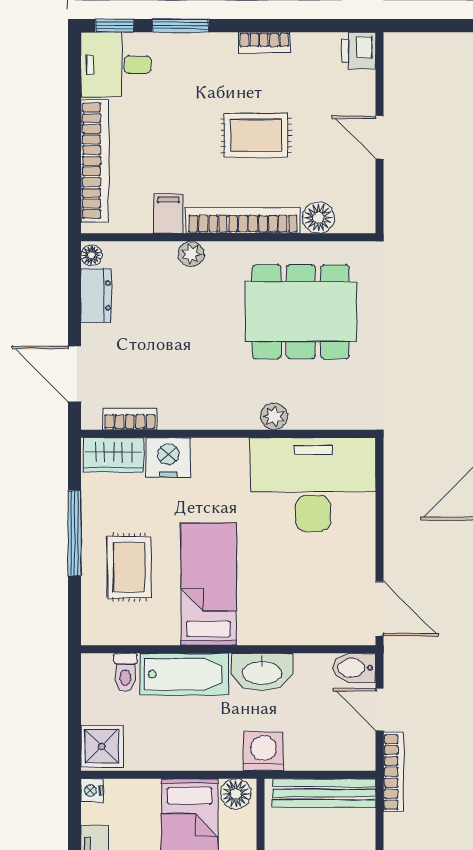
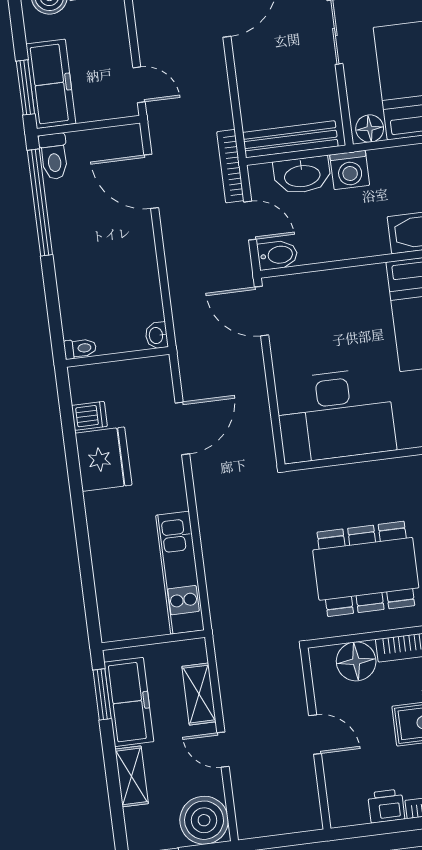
printer: (359, 51) -> (386, 806), moved, turned -90
floor lamp: (318, 218) -> (356, 661), width x1.38, depth x1.38
plant: (274, 416) -> (378, 472), removed
washbasin: (262, 672) -> (302, 175), moved, turned 180

